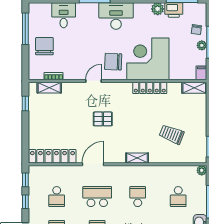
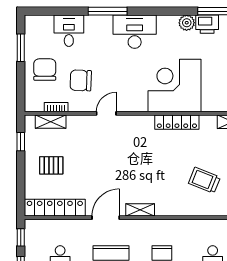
window: (25, 29) -> (21, 48), width x0.69
chair: (113, 62) -> (81, 80), moved
pallet: (103, 119) -> (51, 165), moved
shelving: (137, 158) -> (140, 210), moved

